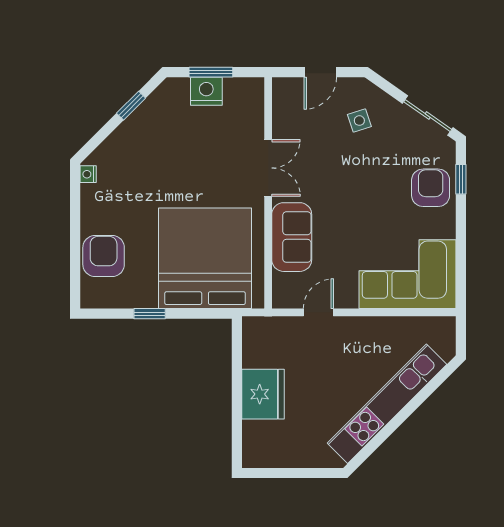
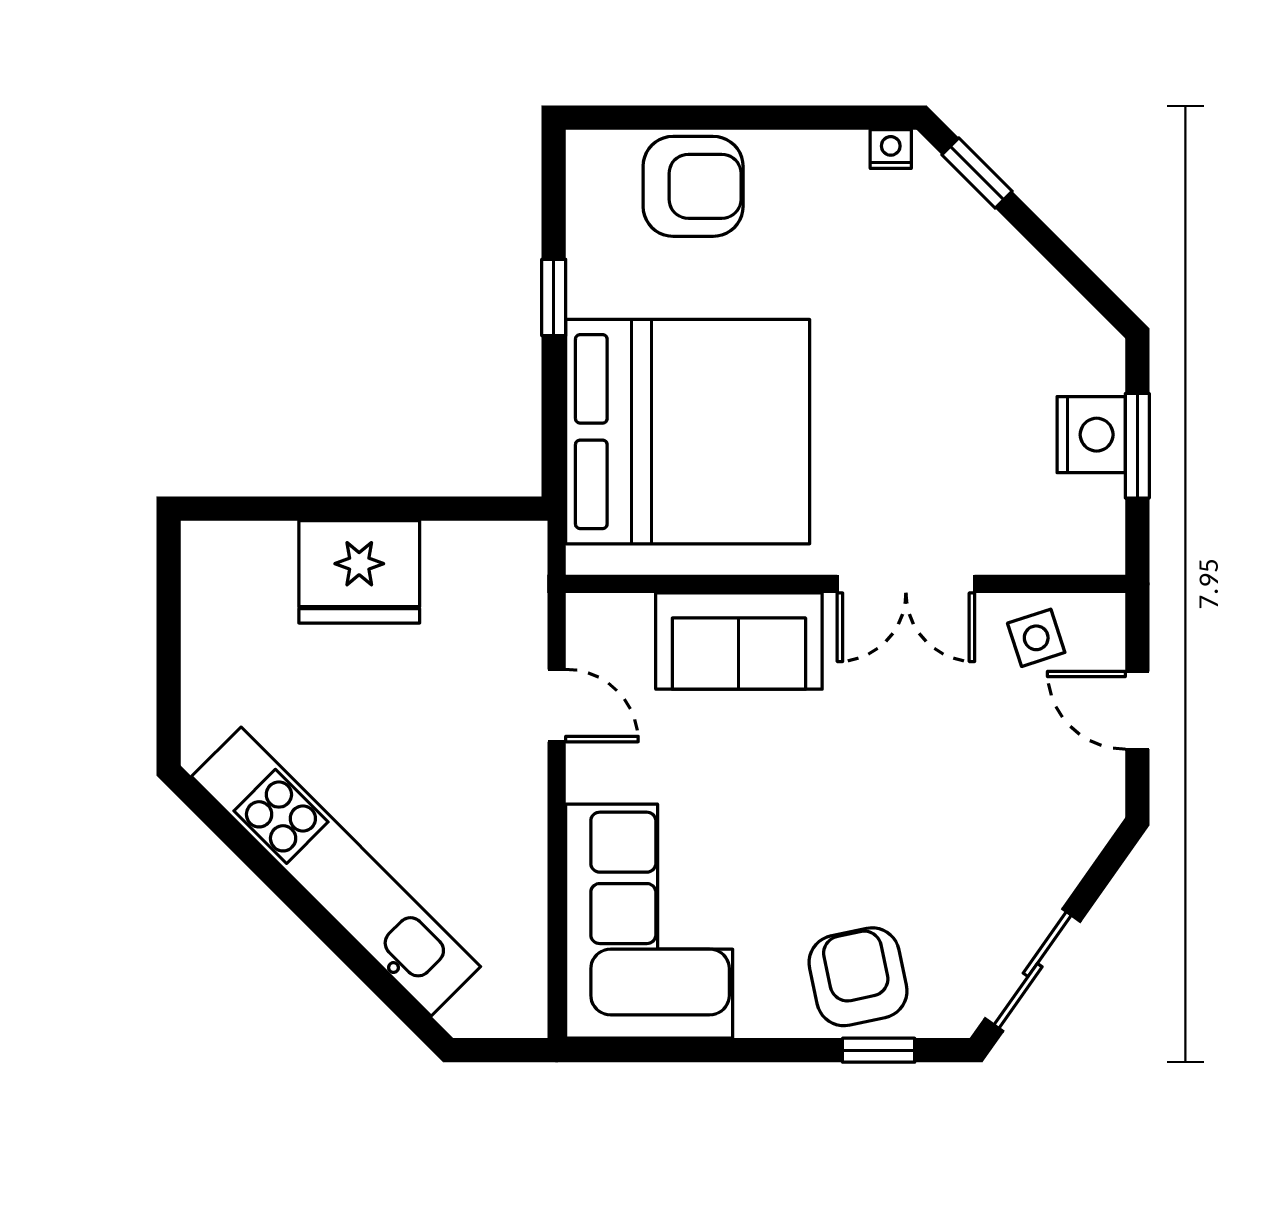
window: (131, 106) -> (977, 173), moved
side table: (359, 121) -> (1036, 638), moved
armchair: (431, 188) -> (858, 977), turned -102

